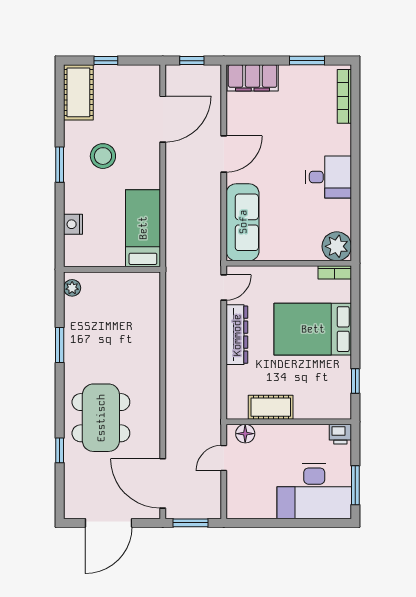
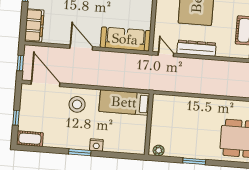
cot: (78, 92) -> (30, 139), width x0.73, depth x0.75
door: (163, 119) -> (46, 84), moved
stool: (103, 156) -> (77, 104), moved
nightstand: (73, 224) -> (96, 145), moved

